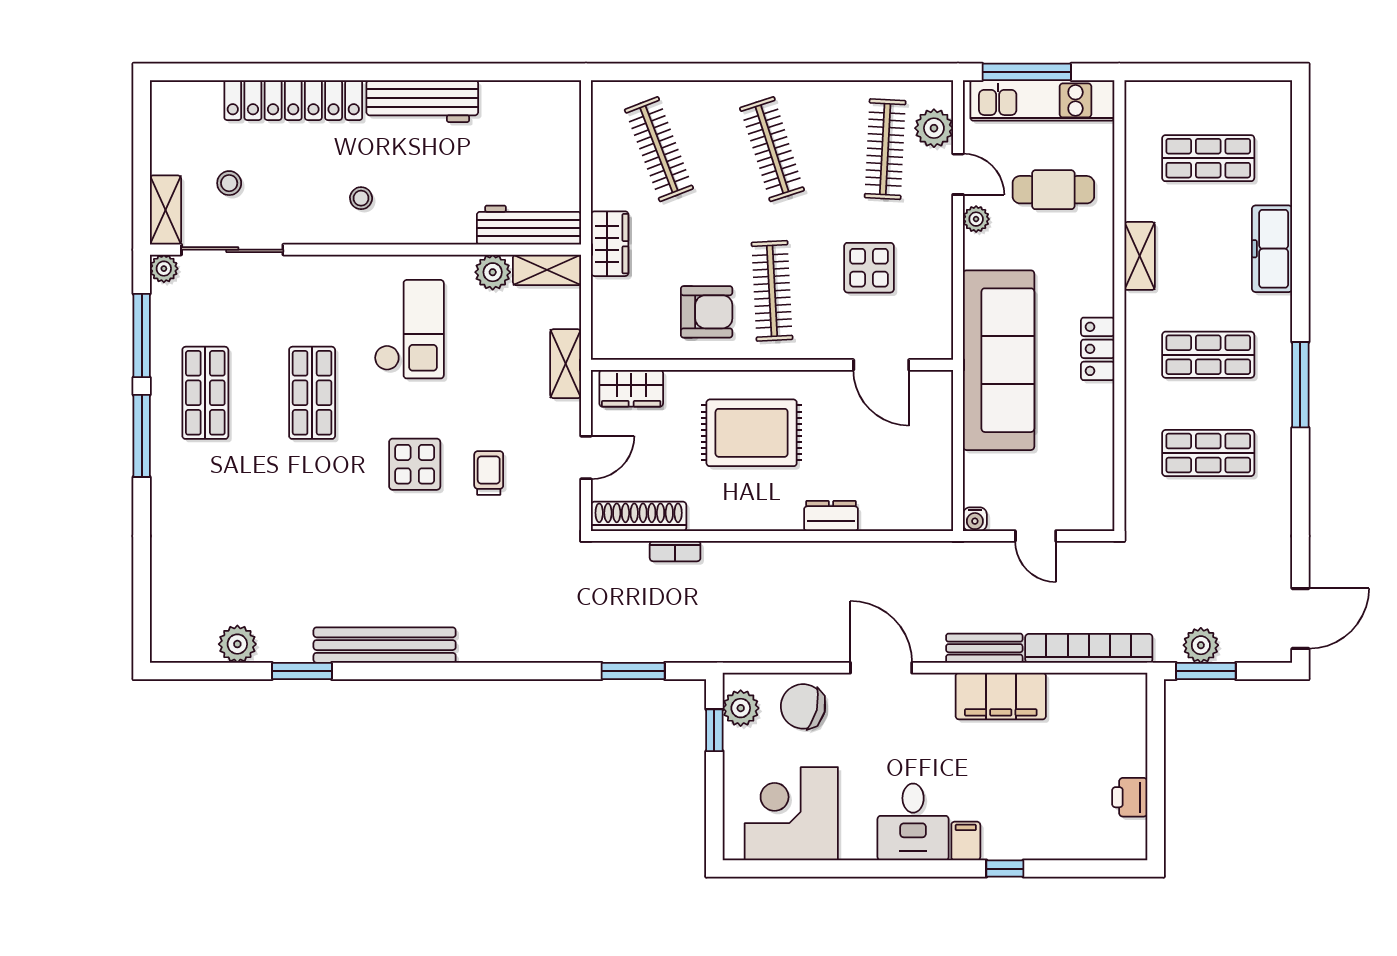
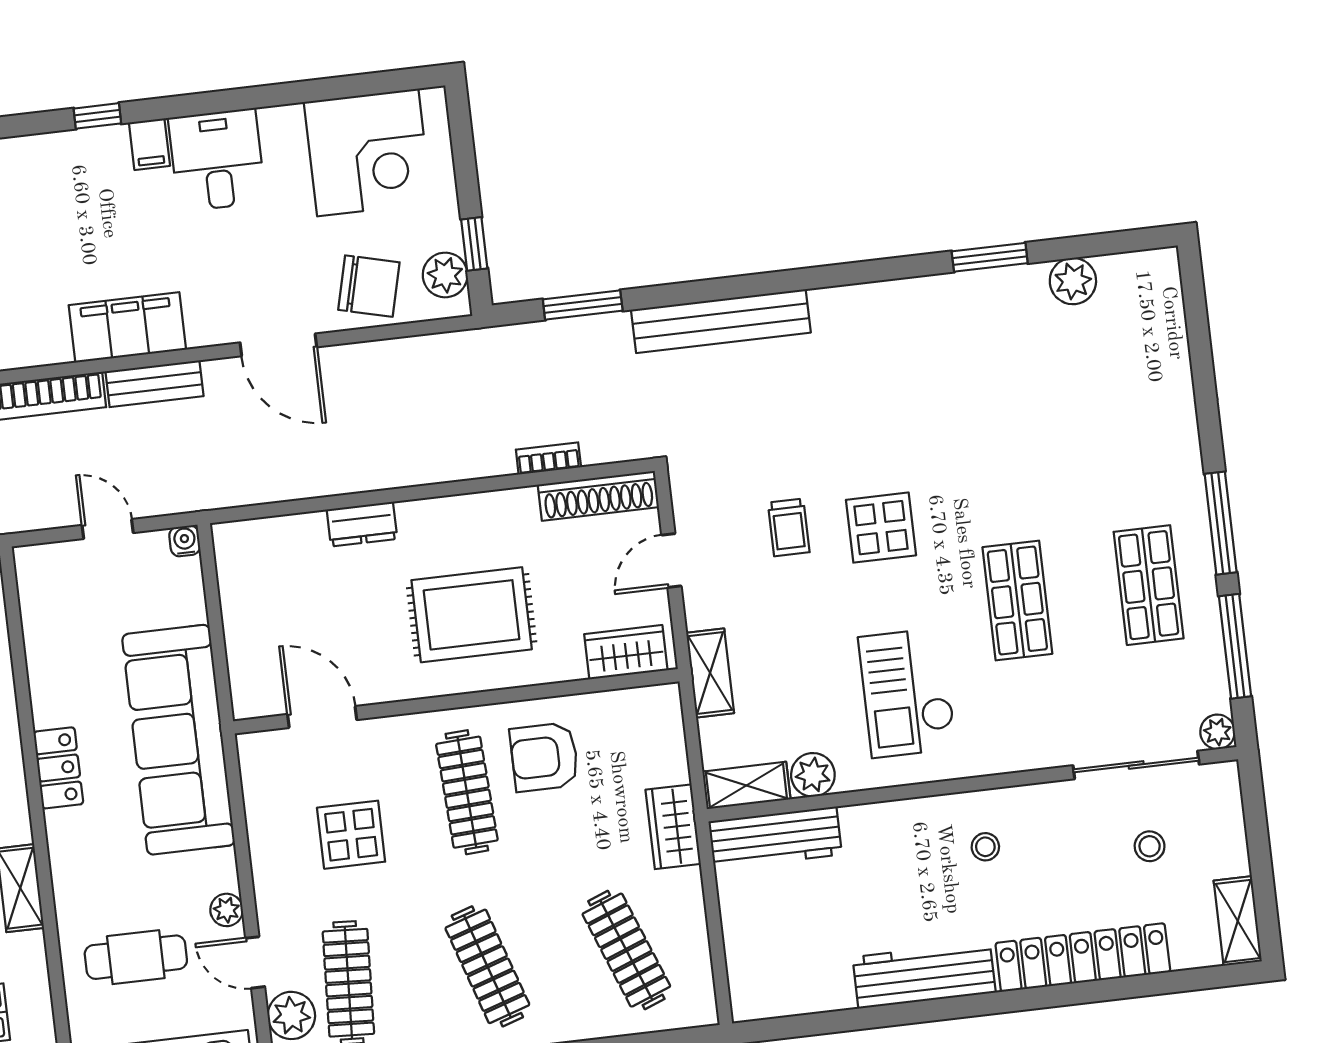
shelving: (165, 210) -> (1238, 921), moved
bench: (385, 645) -> (721, 321), moved

